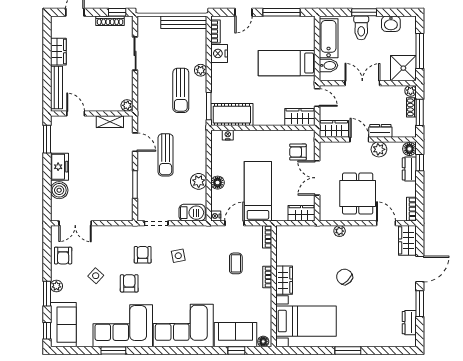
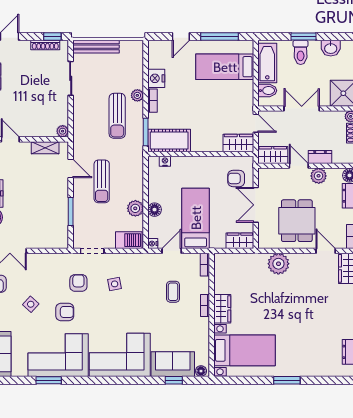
bench: (184, 22) -> (96, 47), moved
bookcase: (216, 32) -> (152, 101), moved
bed: (287, 63) -> (225, 67), moved
plant: (340, 231) -> (278, 264), width x1.87, depth x1.87
chair: (345, 277) -> (284, 305), removed
armchair: (129, 283) -> (65, 312), turned 90

